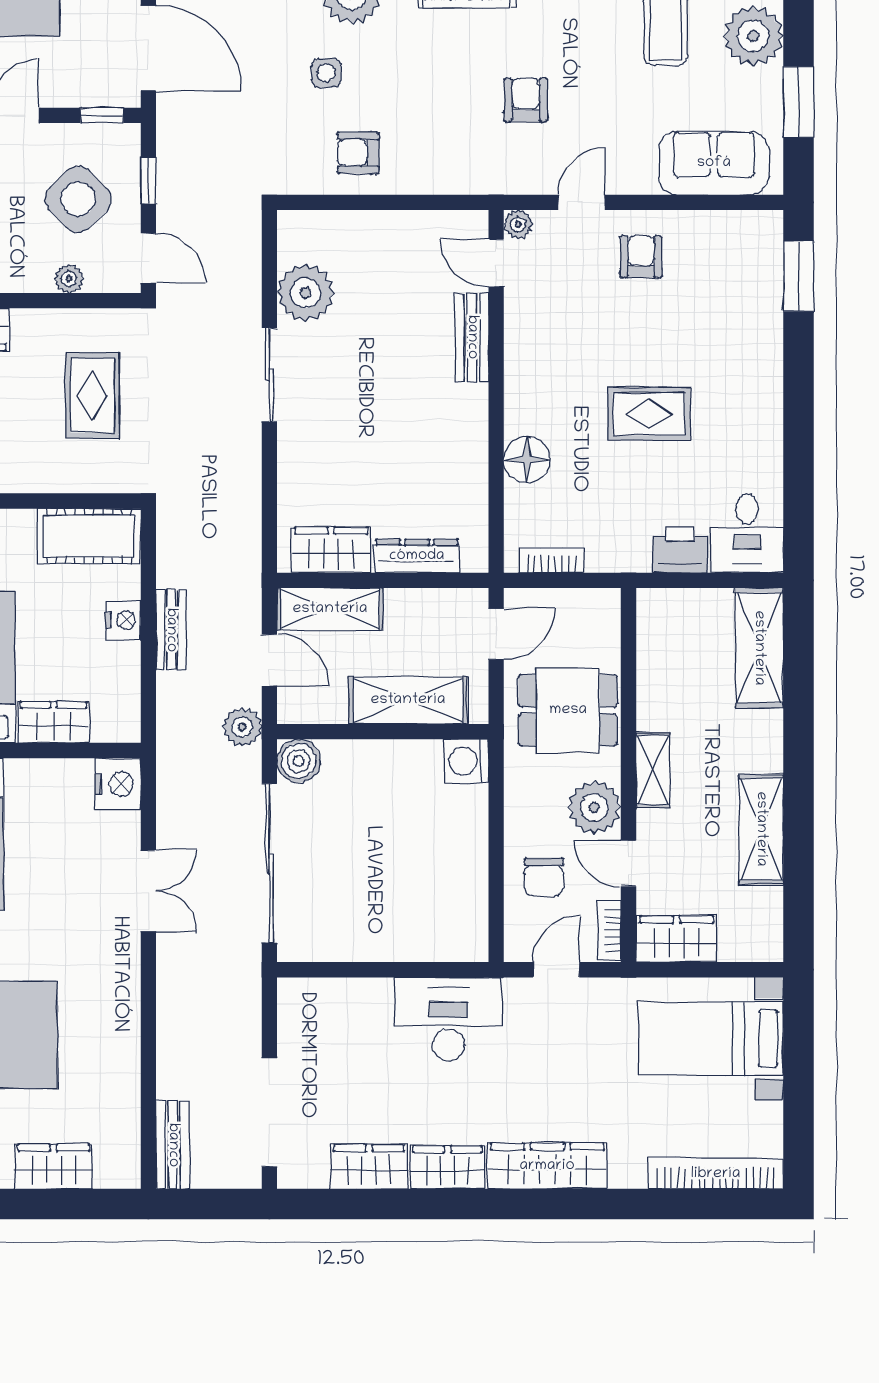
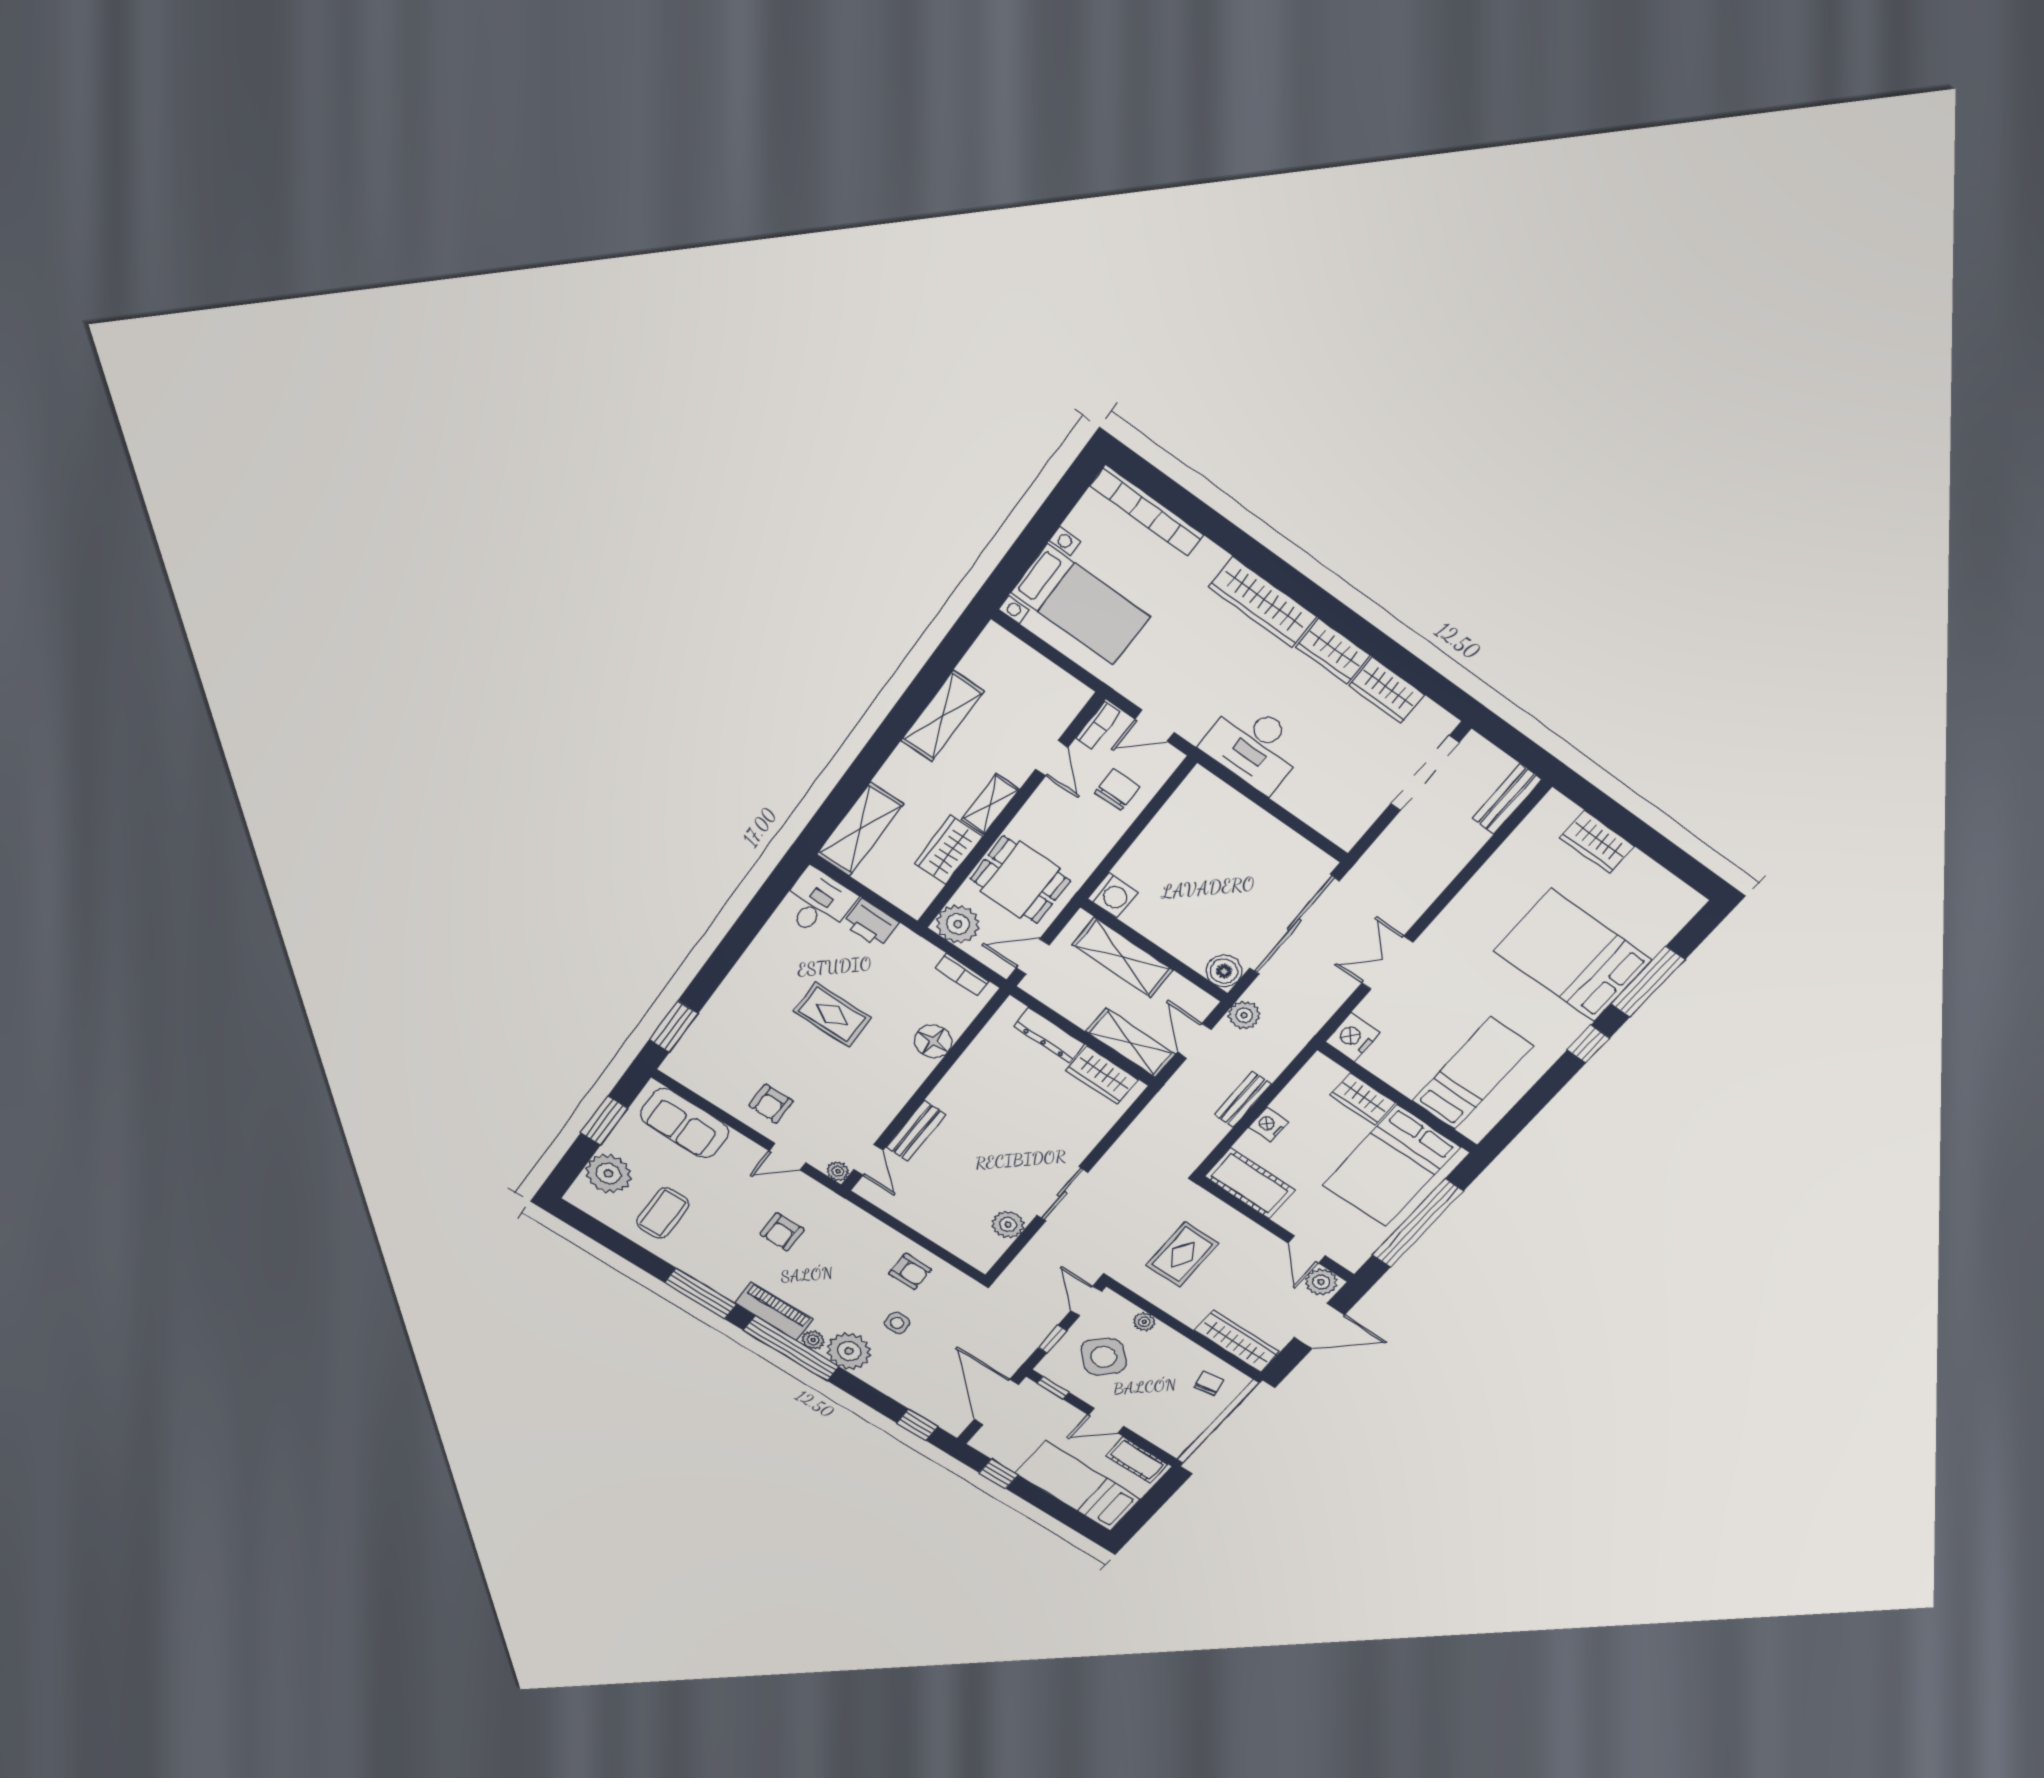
plant: (306, 293) -> (1008, 1225), width x0.73, depth x0.73
plant: (594, 807) -> (958, 924), moved
wardrobe: (677, 939) -> (948, 850), moved, turned 90

